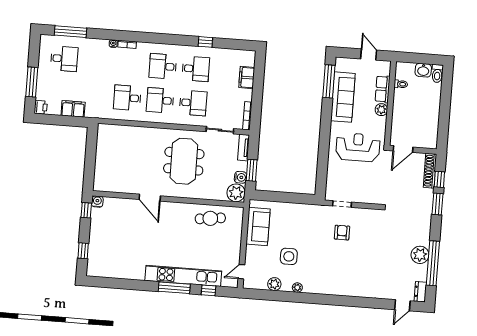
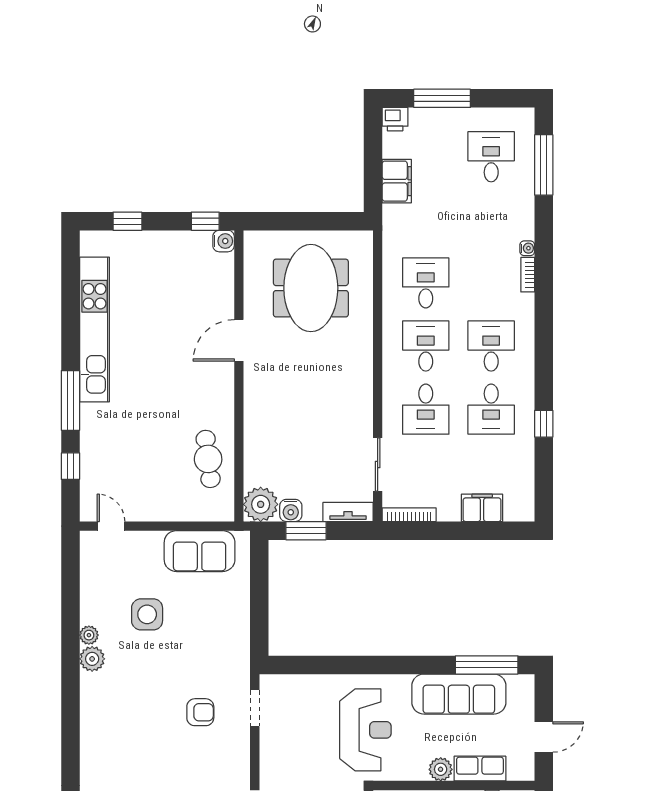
desk: (64, 59) -> (491, 157), turned 180
meeting table: (184, 161) -> (311, 288), moved, turned 90
kitchen unit: (183, 276) -> (95, 330), moved
plant: (274, 284) -> (92, 659), moved

